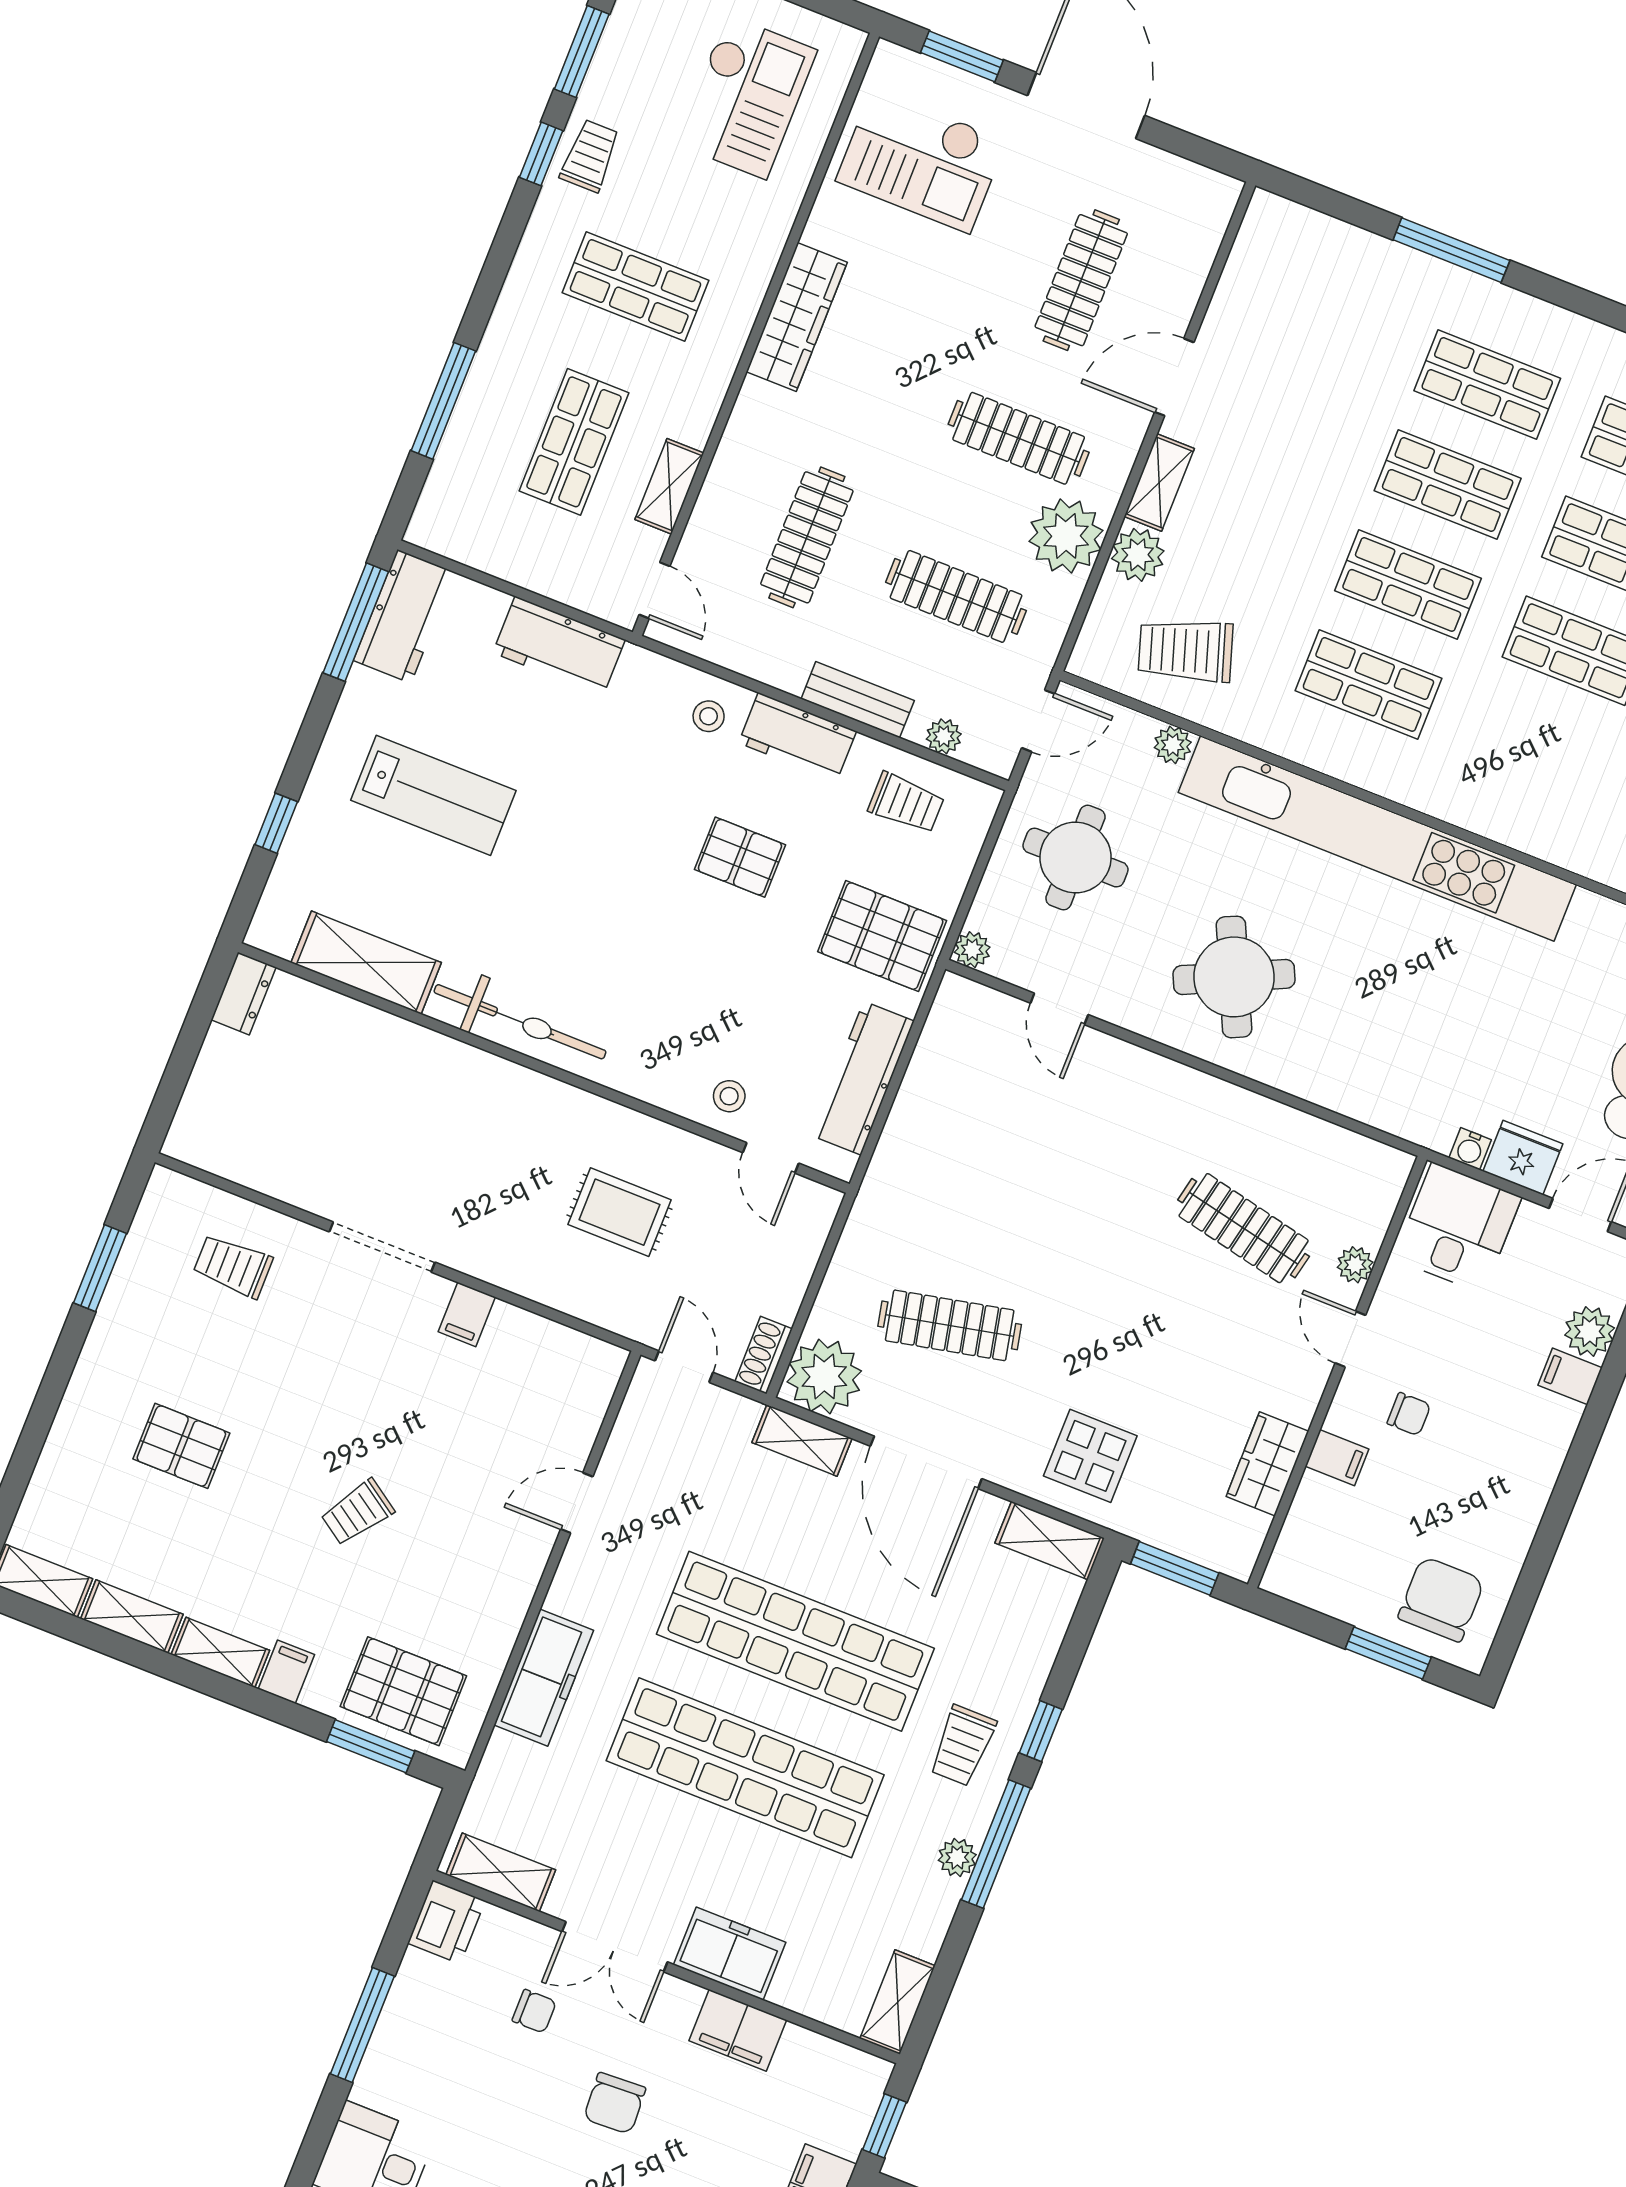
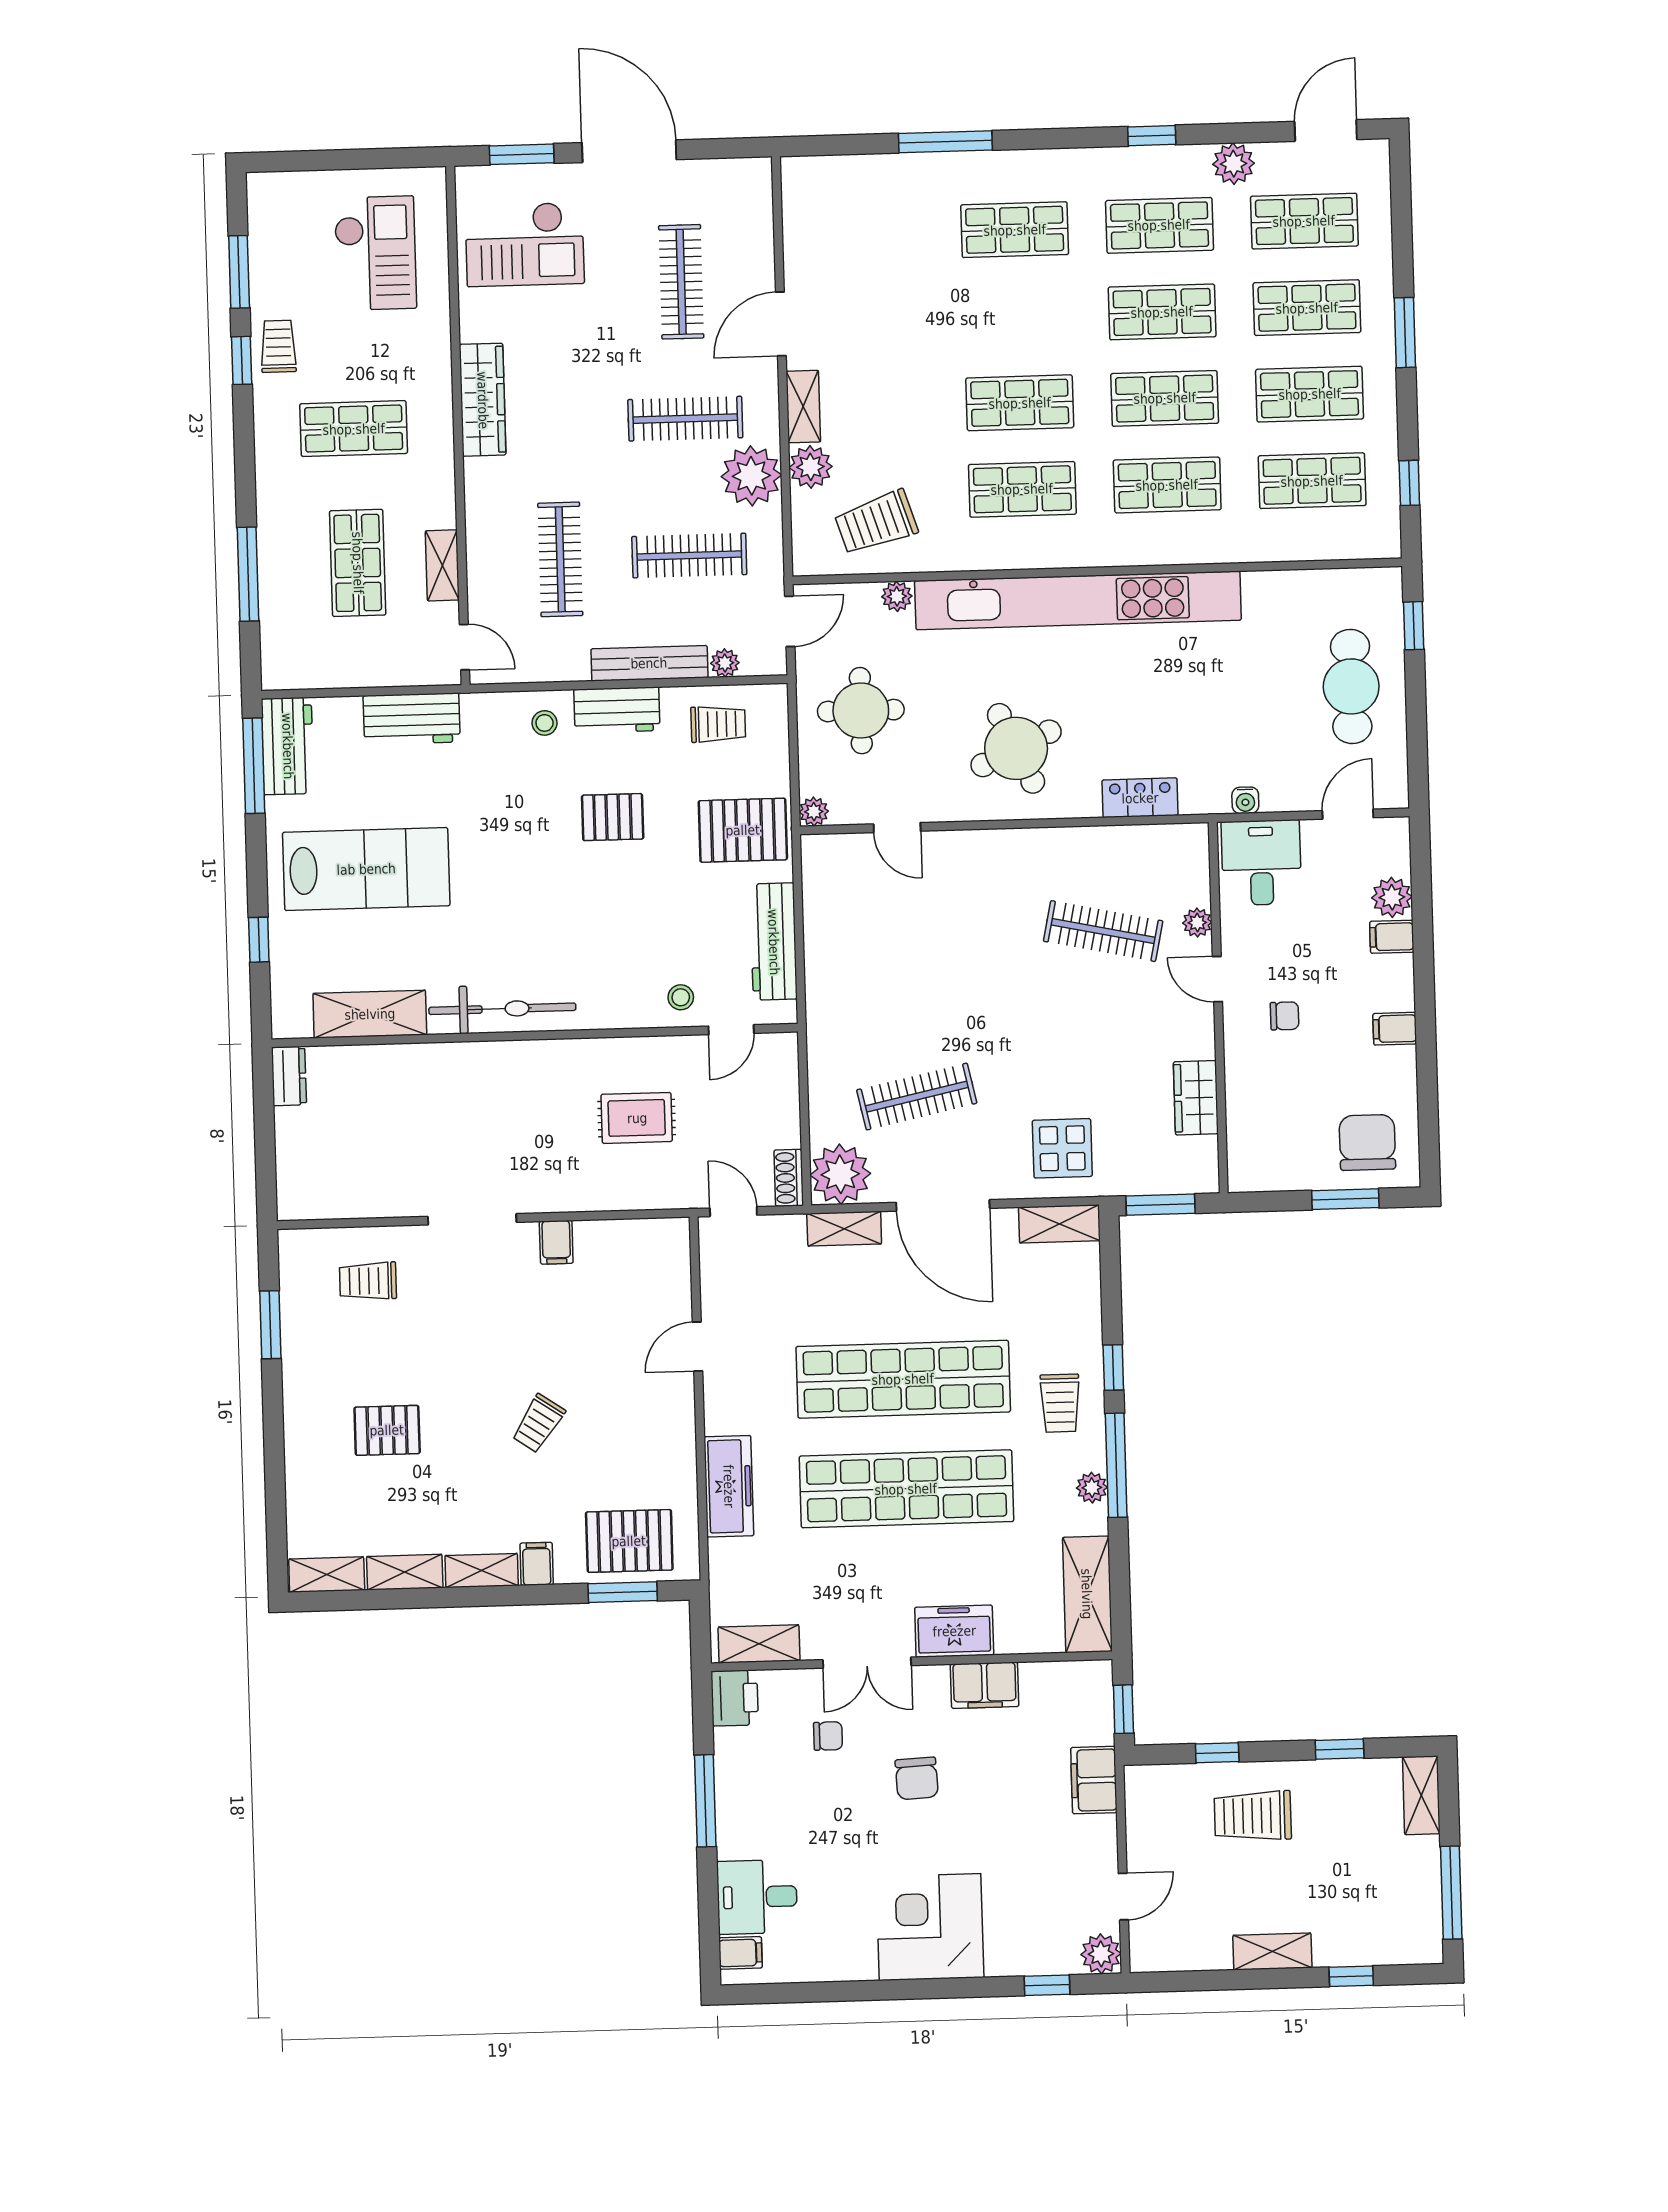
shop shelf: (1448, 484) -> (1167, 485), moved
bench: (858, 700) -> (649, 663), width x1.36
lab bench: (433, 795) -> (366, 869), width x1.36, depth x1.39
locker: (1351, 1094) -> (1140, 798), added
door: (771, 1158) -> (731, 1030), hinge flipped
fridge: (1523, 1158) -> (1287, 790), removed
filing cabinet: (1337, 1458) -> (1395, 1029), moved, turned 180
shelving: (898, 2002) -> (1087, 1594), width x1.50, depth x1.33

